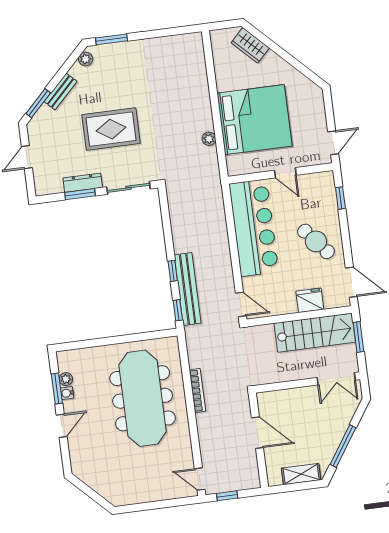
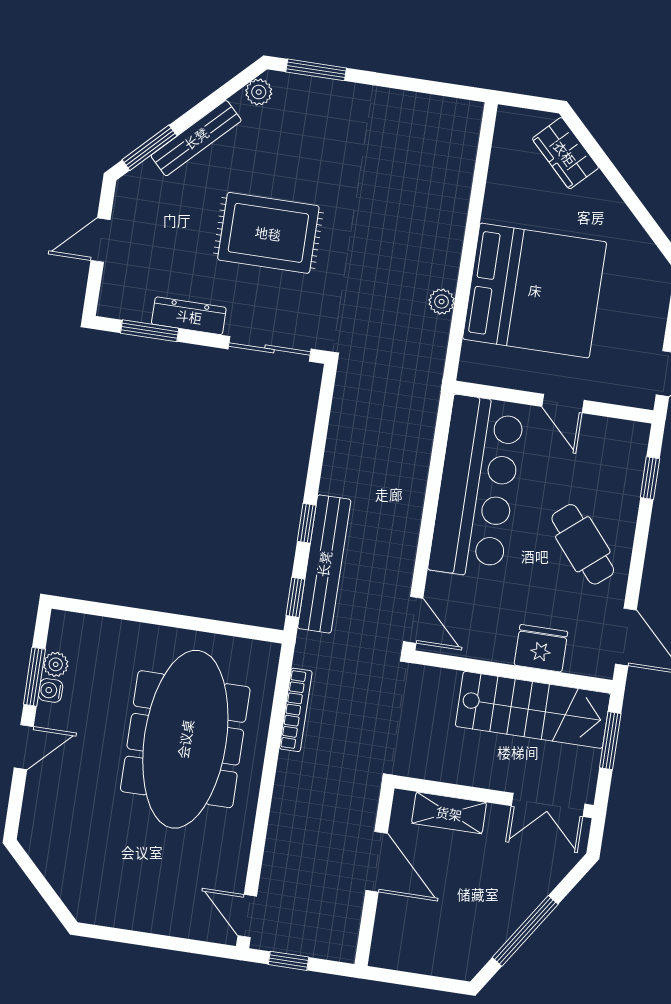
bench: (61, 91) -> (196, 138), width x1.36
window: (80, 194) -> (150, 331), moved
bookcase: (197, 391) -> (296, 710), moved
shelving: (301, 474) -> (449, 813), moved

